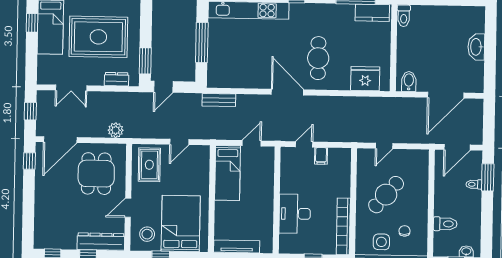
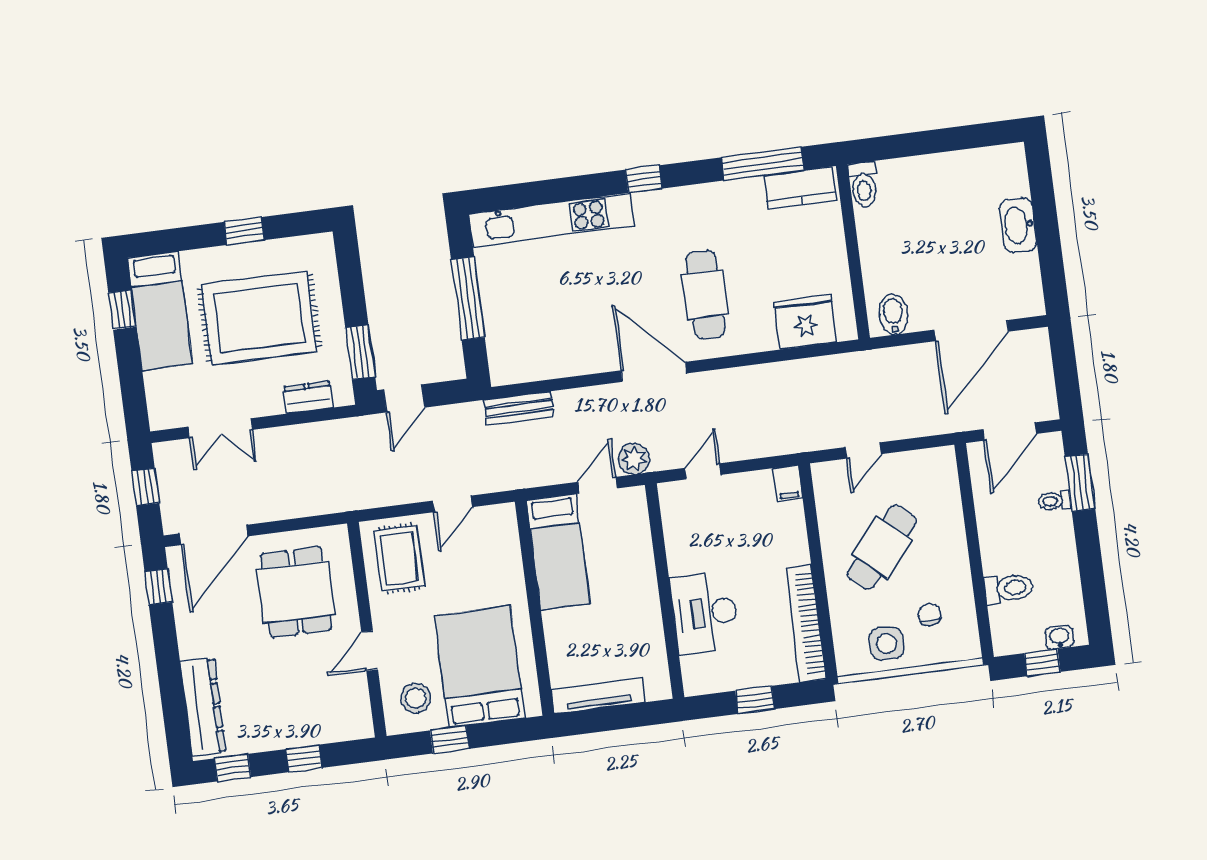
plant: (116, 130) -> (634, 459), moved
filing cabinet: (321, 156) -> (788, 483), moved
dresser: (101, 242) -> (203, 707), moved, turned 90

